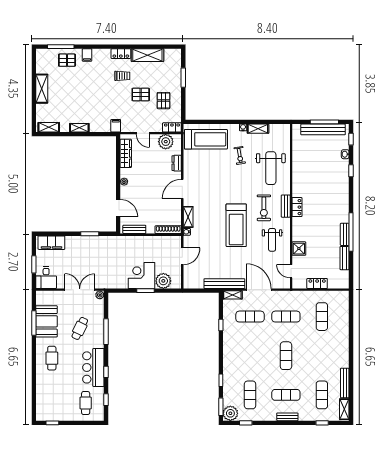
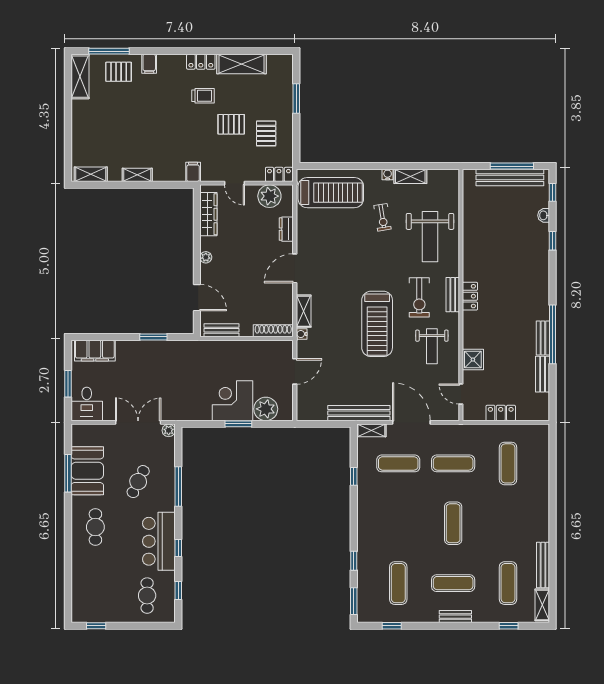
shelving: (42, 89) -> (80, 77), moved
plant: (230, 413) -> (368, 611), removed

